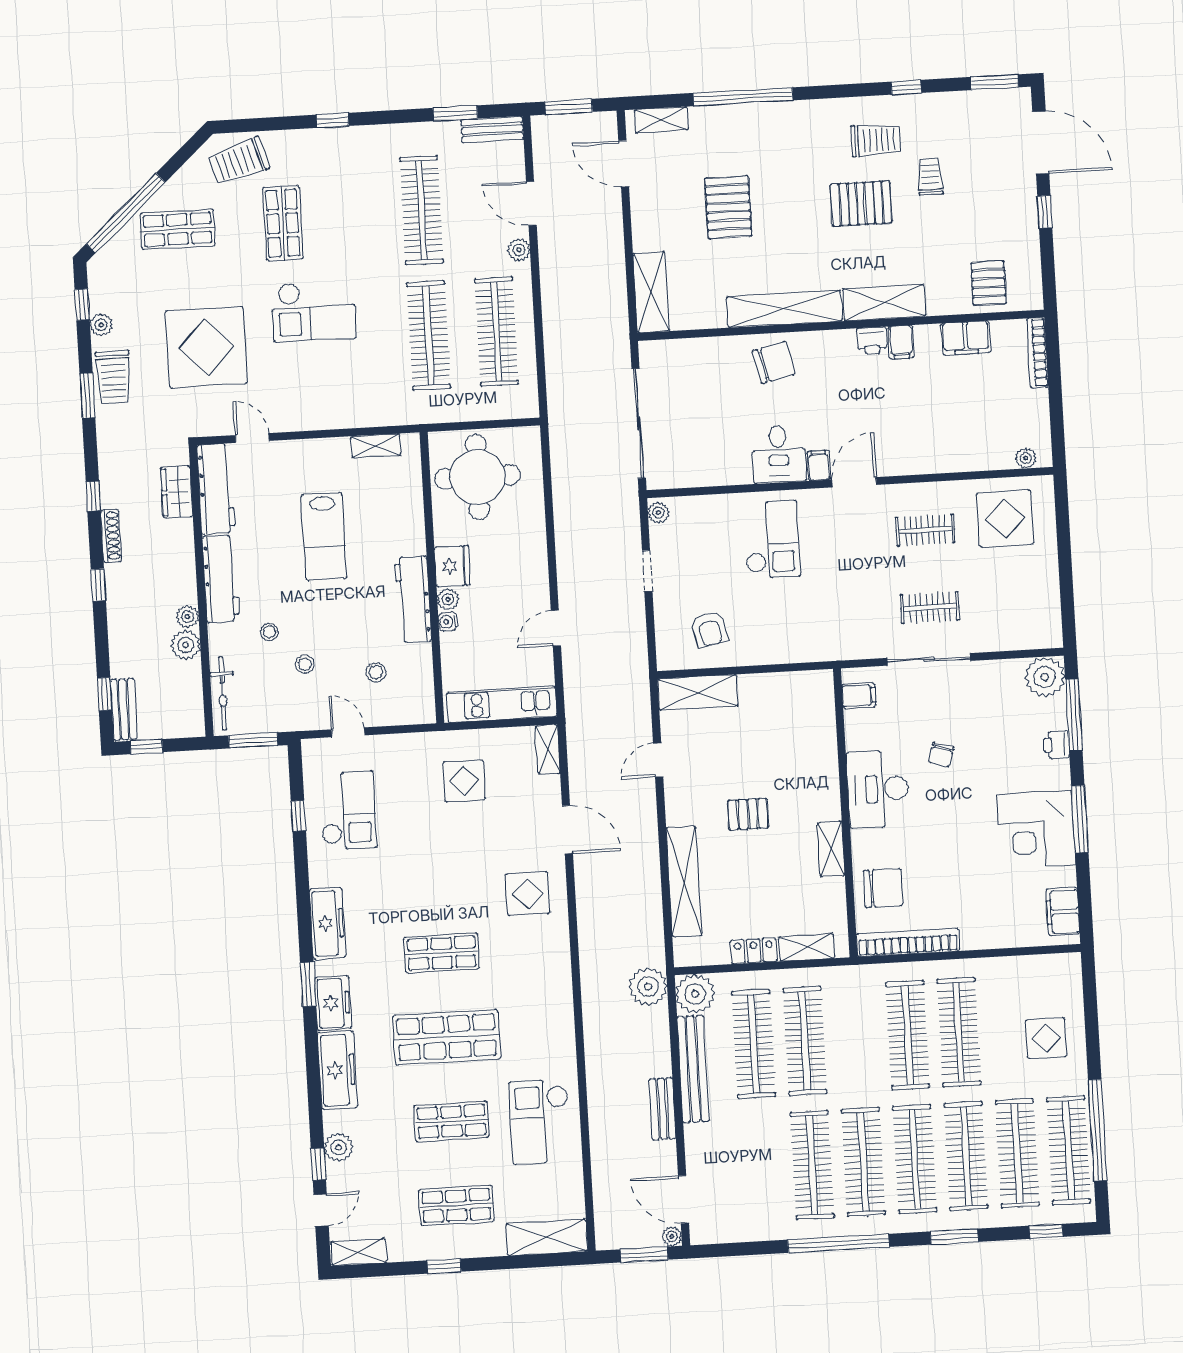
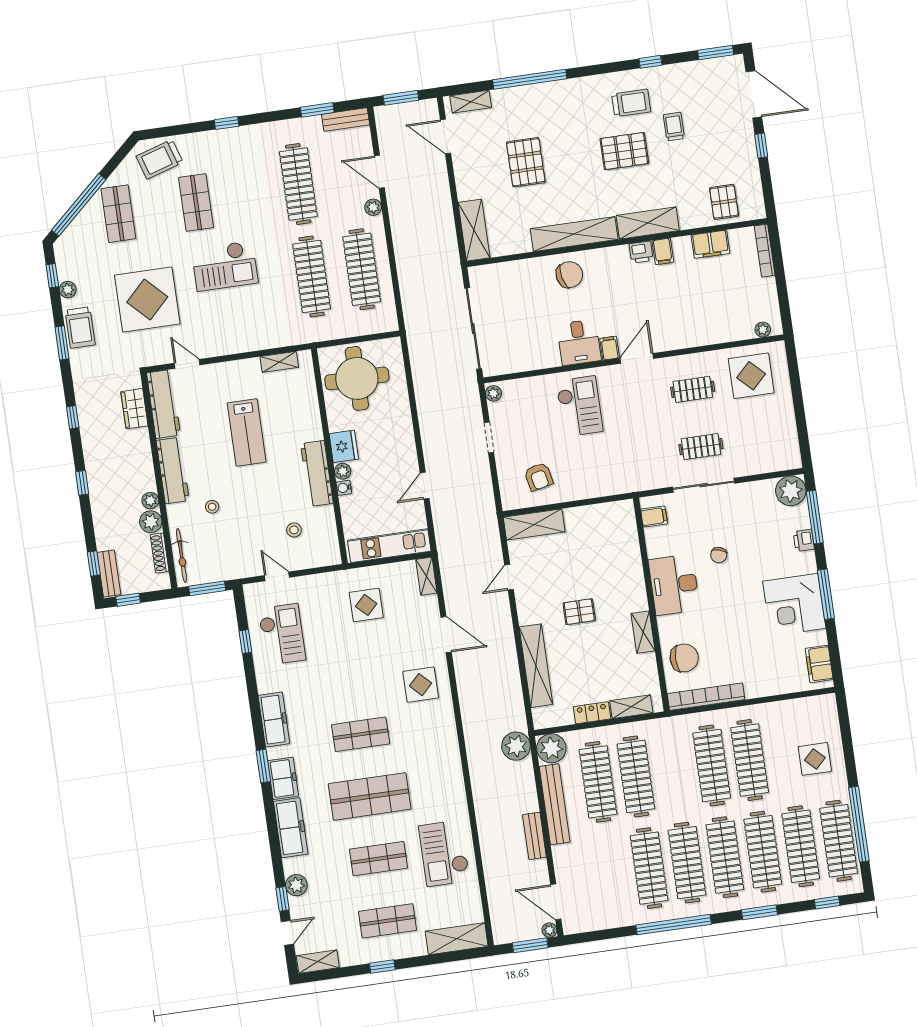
shop shelf: (178, 229) -> (118, 214), turned 90
shoe rack: (111, 536) -> (160, 553), moved, turned 180
stool: (305, 664) -> (241, 528), removed

